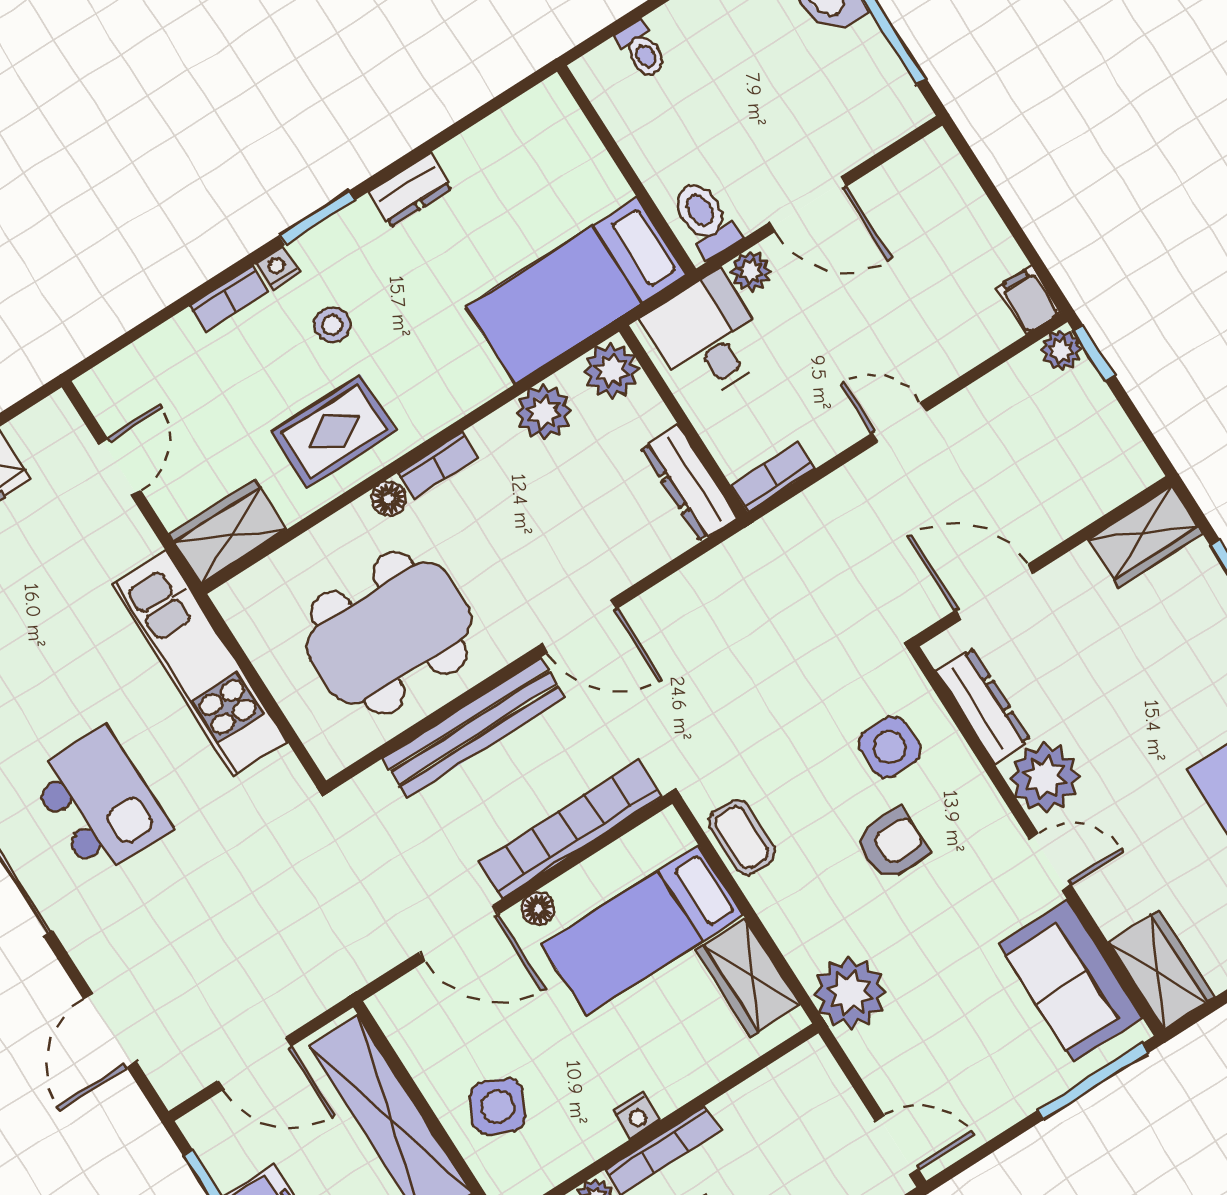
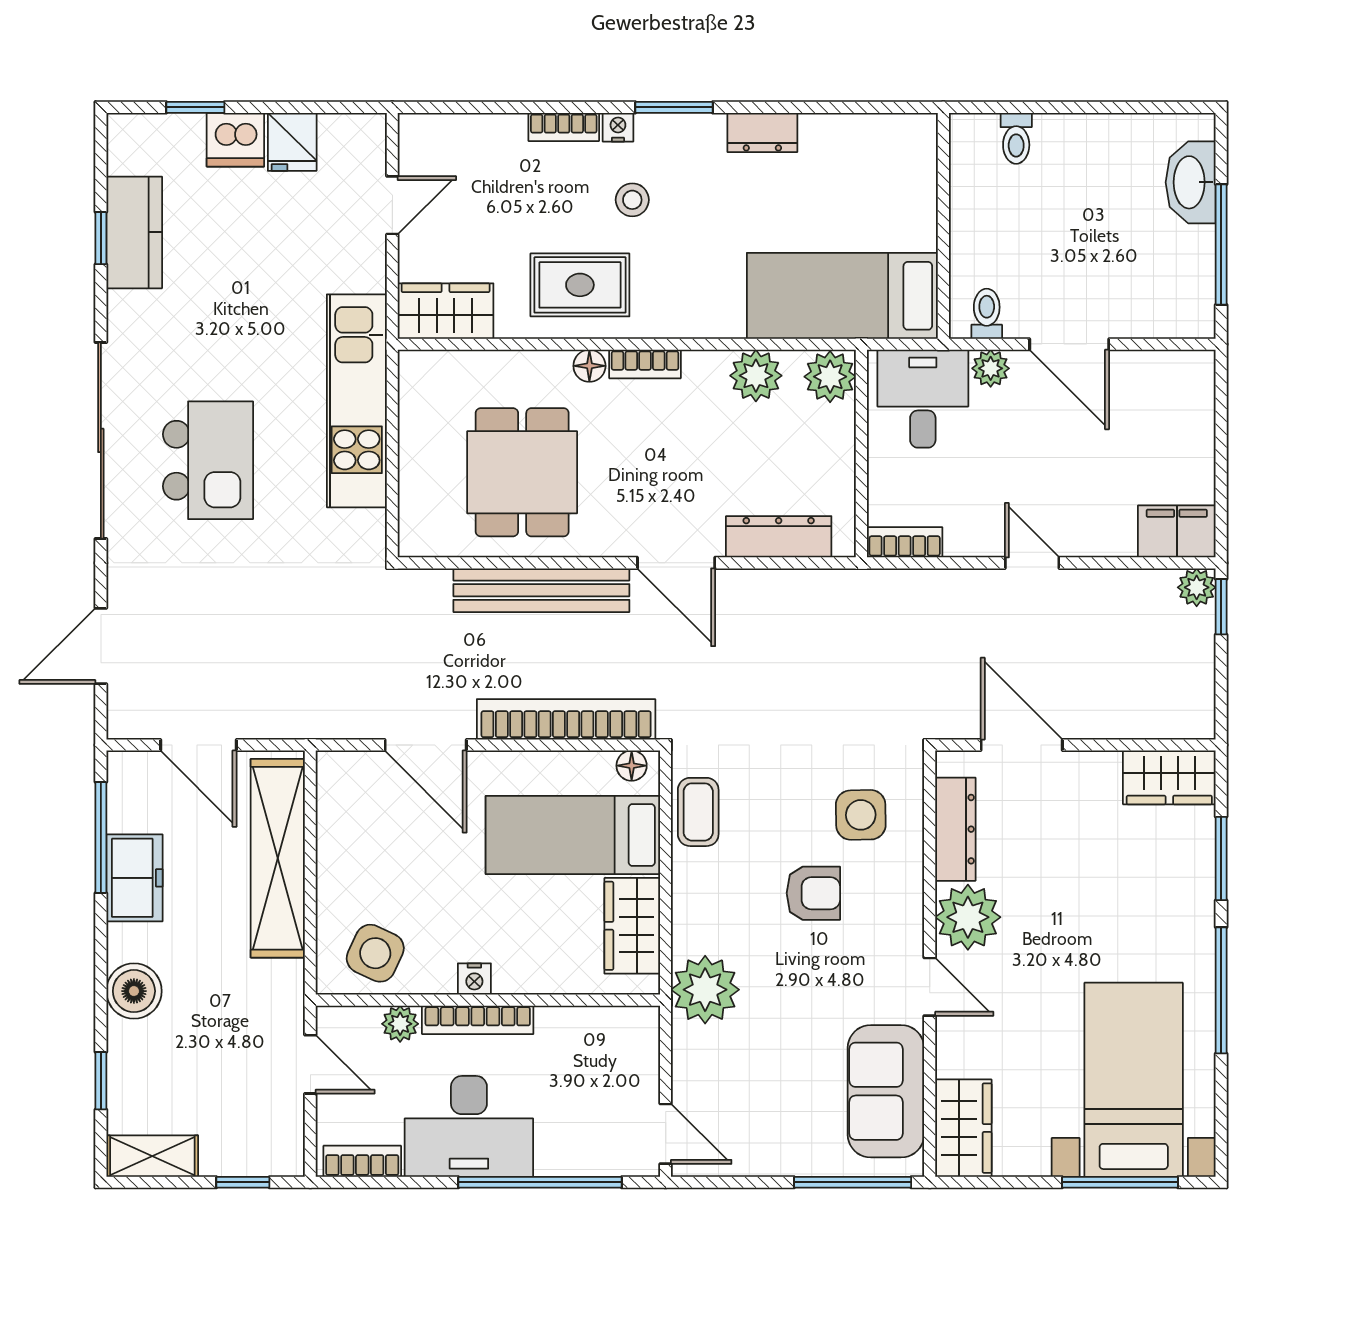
toilet: (705, 219) -> (987, 314), width x0.73, depth x0.72
filing cabinet: (1029, 300) -> (1177, 531), width x2.00
dresser: (689, 483) -> (779, 537), moved, turned 90
dining table: (389, 633) -> (522, 472), width x0.73
floor lamp: (538, 909) -> (632, 766), moved
side table: (498, 1107) -> (375, 953), moved

